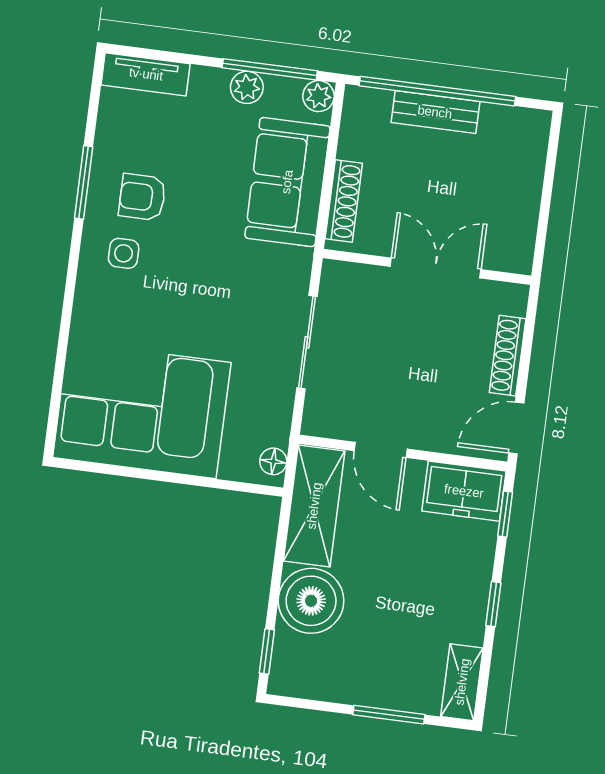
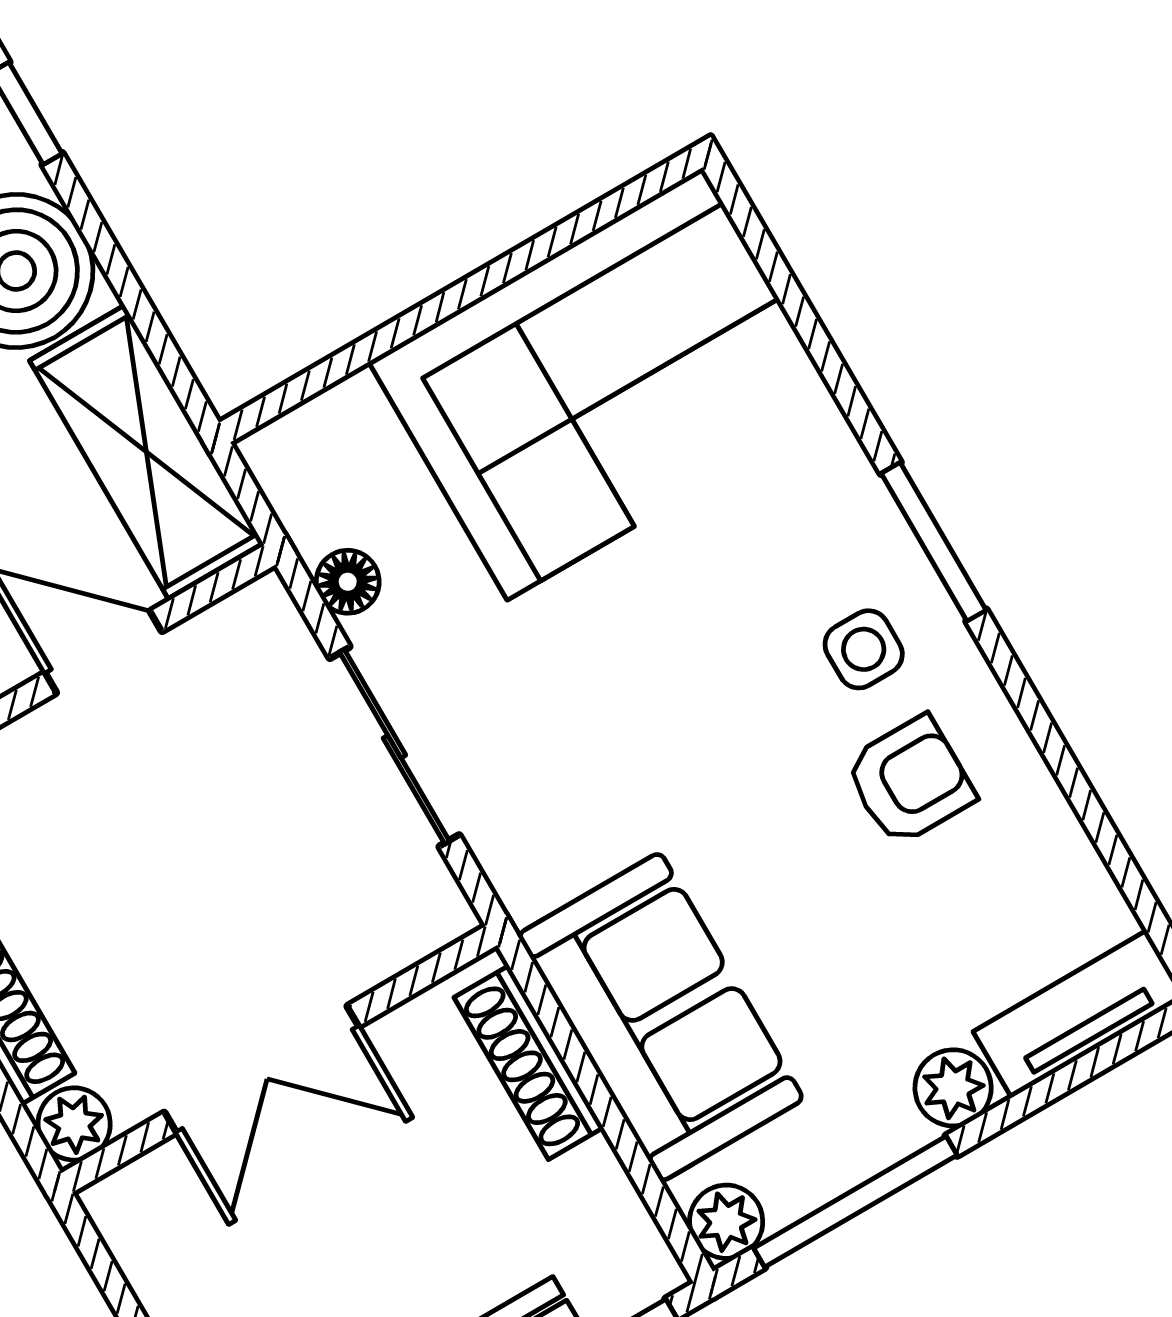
plant: (247, 87) -> (953, 1088), moved
window: (84, 182) -> (934, 542), moved
plant: (513, 298) -> (74, 1124), added
floor lamp: (273, 461) -> (348, 582), moved

